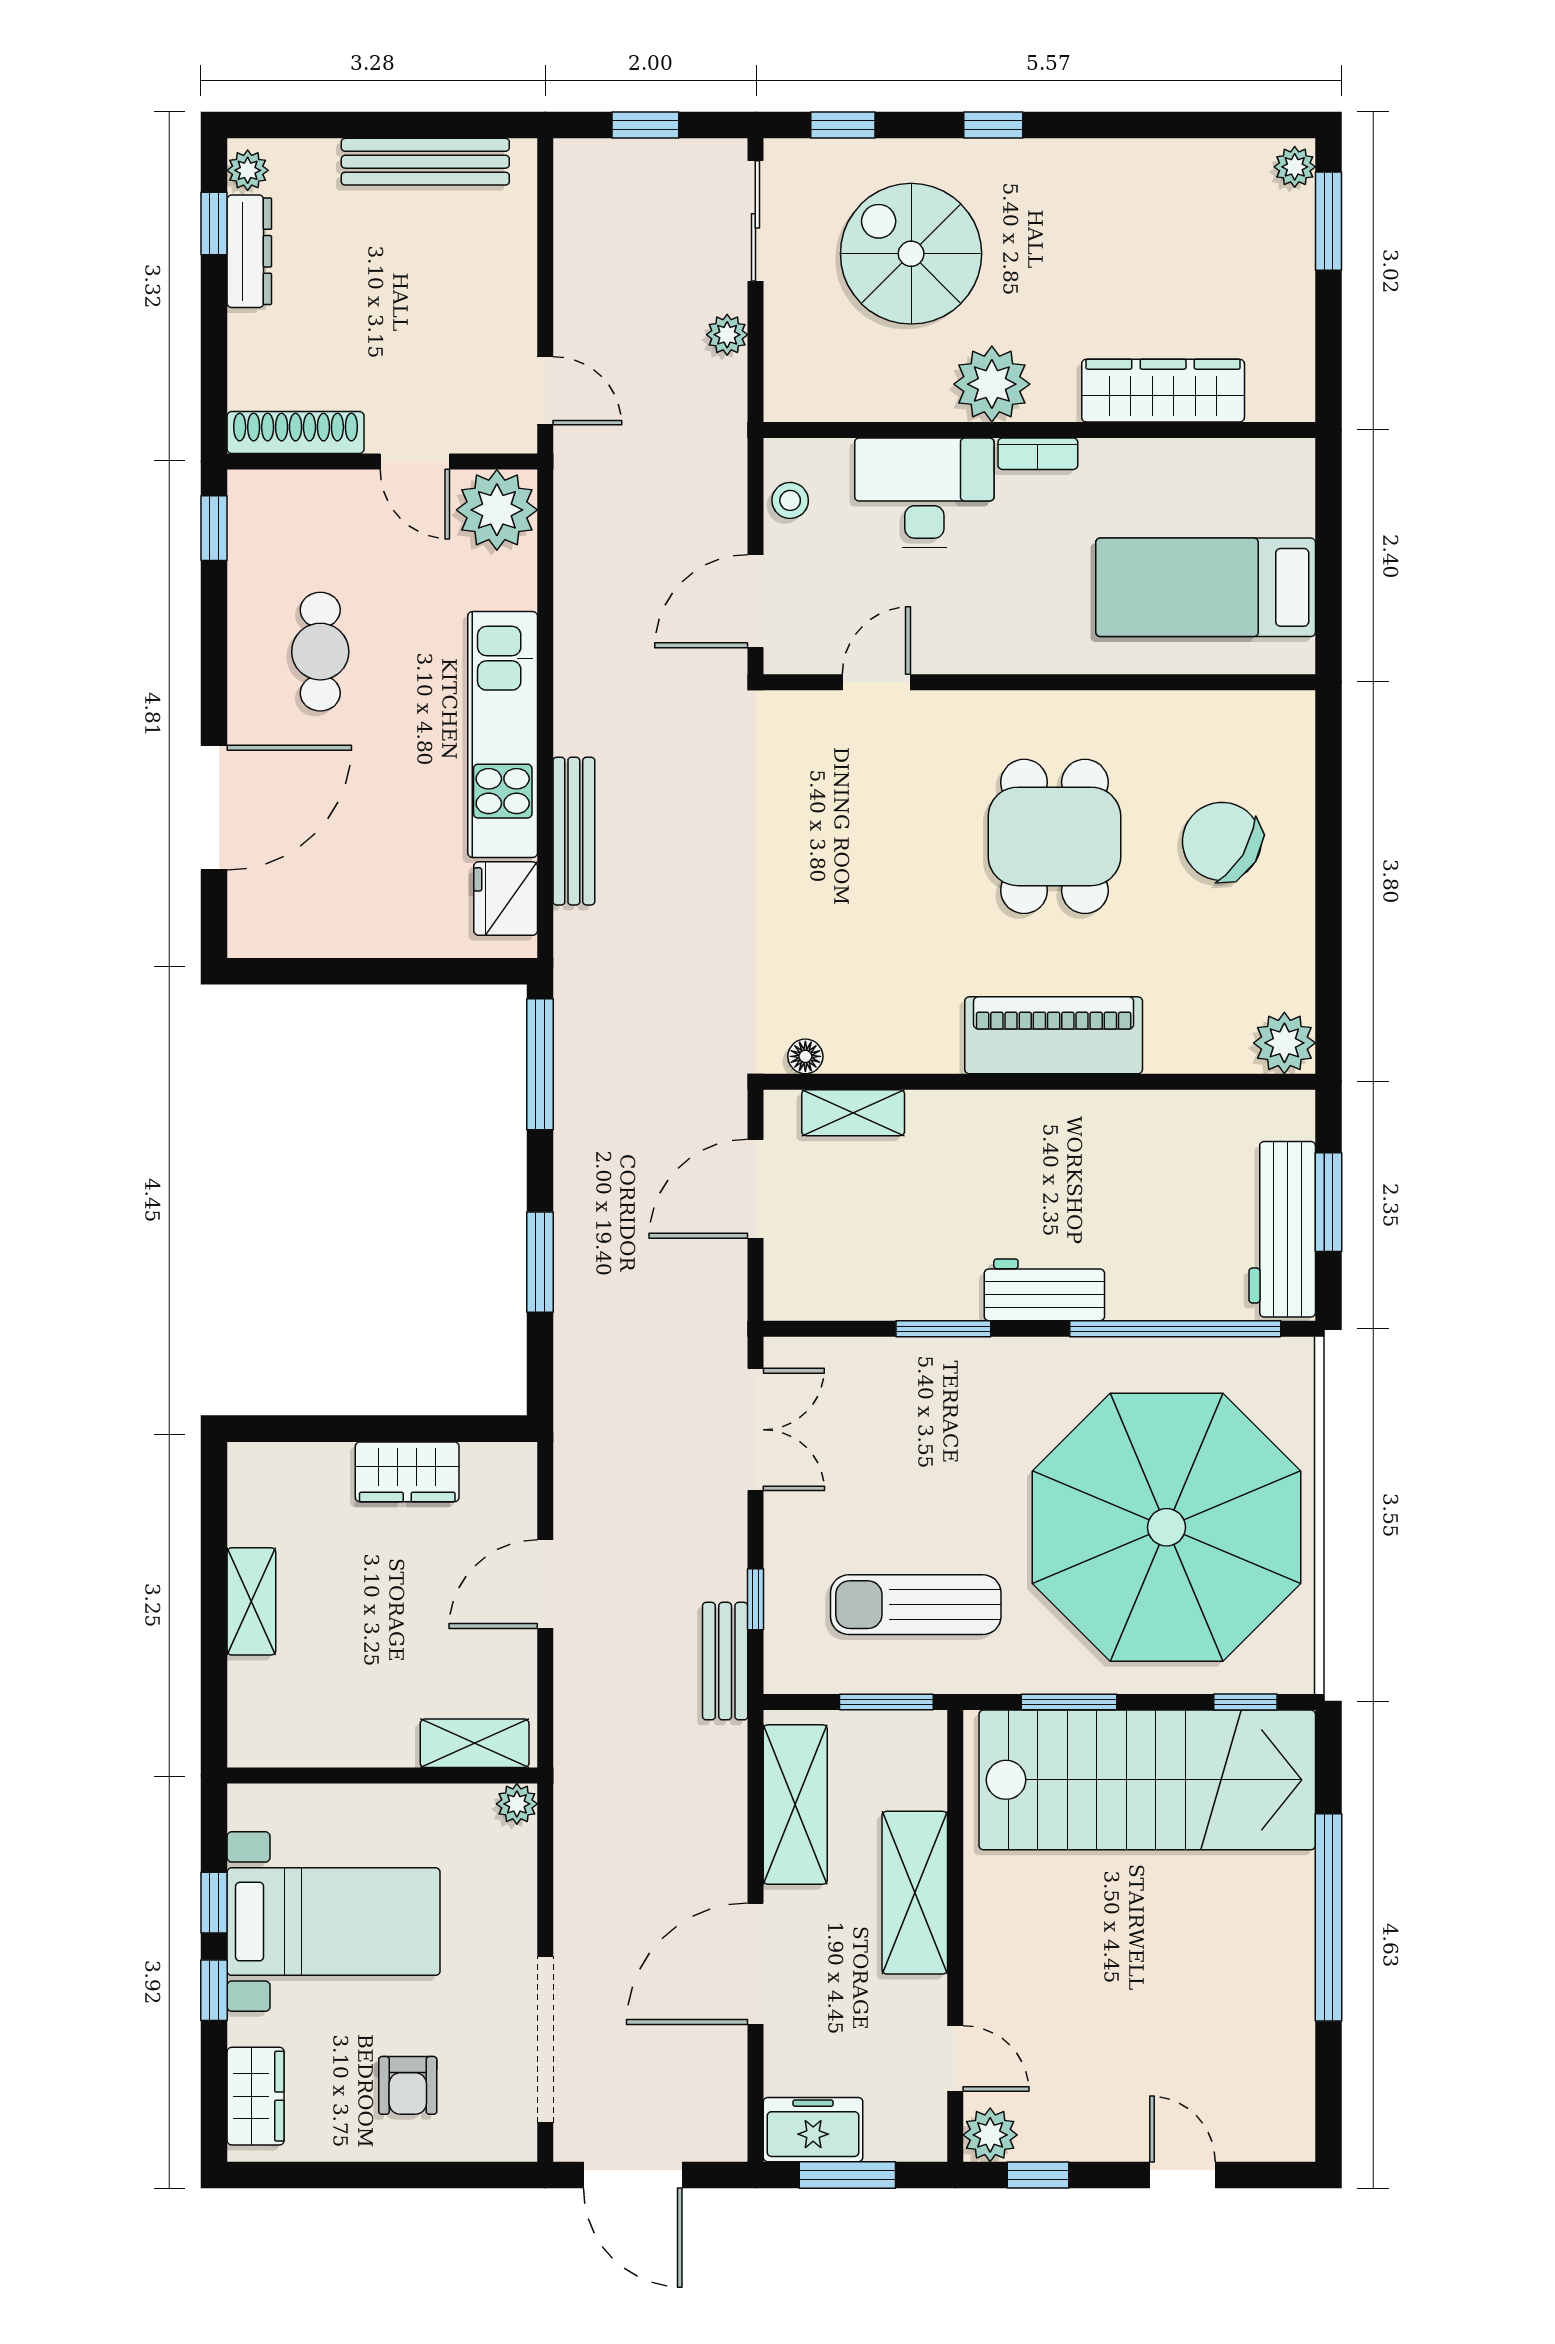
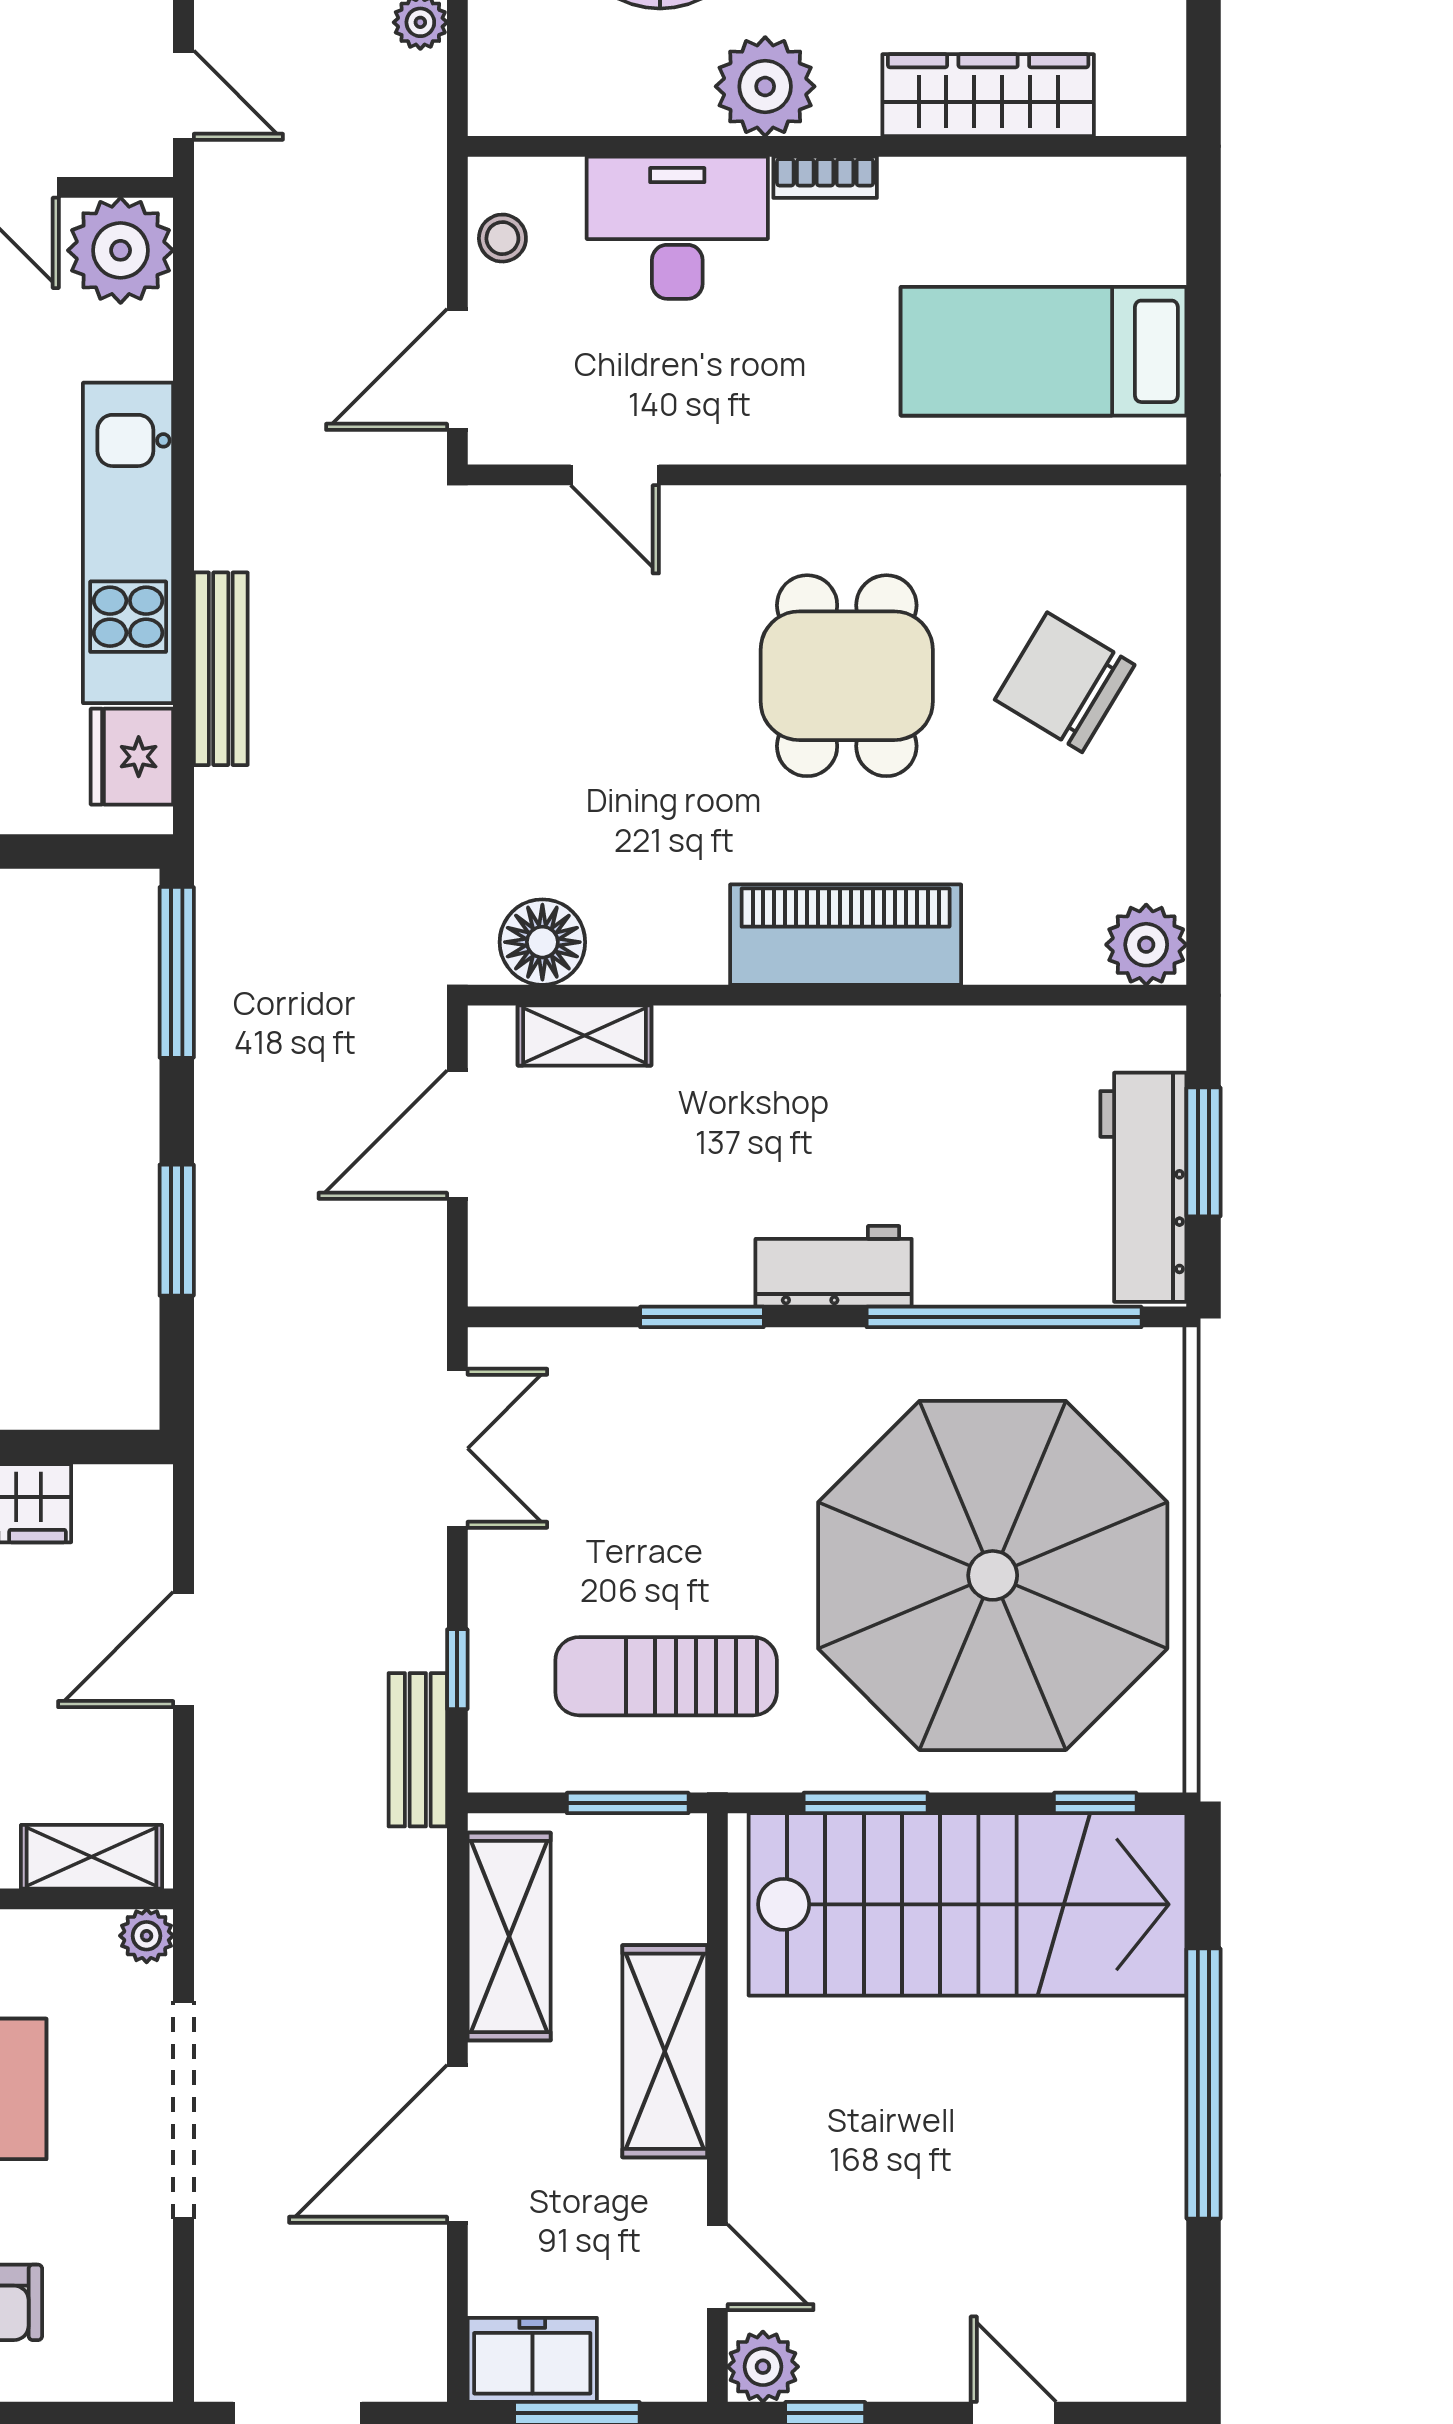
door: (876, 682) -> (615, 475), swing flipped
floor lamp: (805, 1056) -> (542, 942), width x1.89, depth x1.89
doorway: (545, 2040) -> (184, 2110), moved

